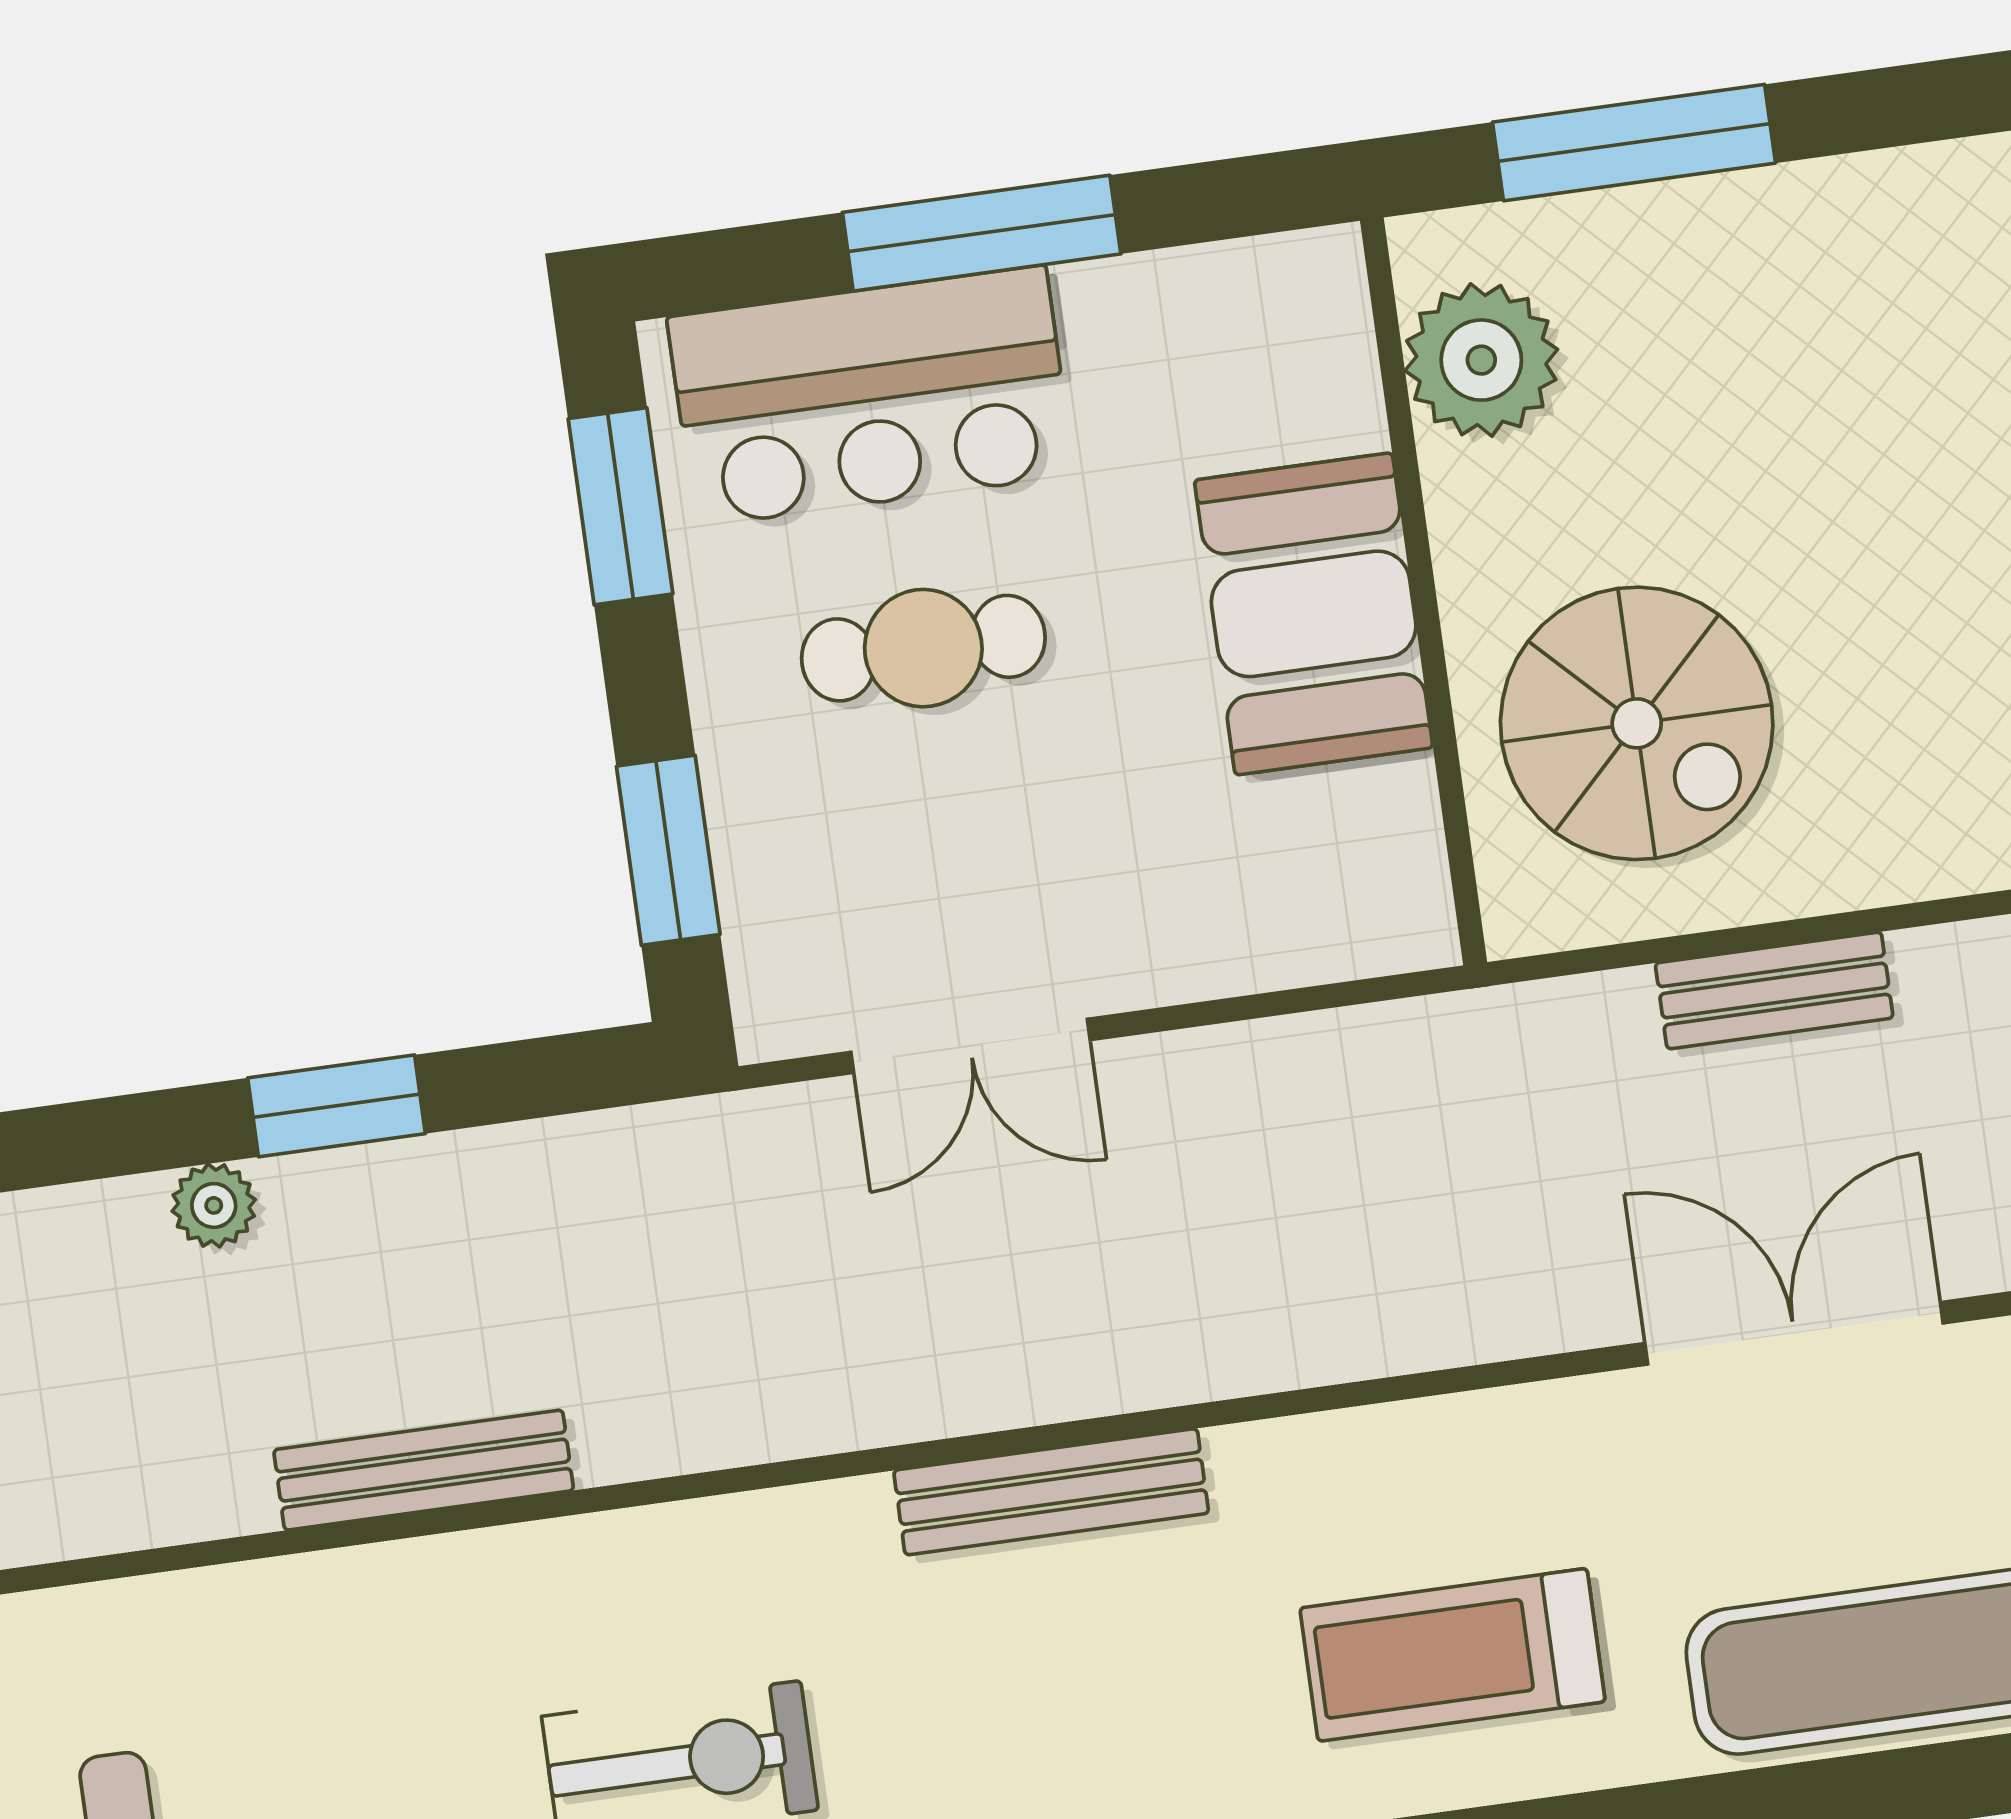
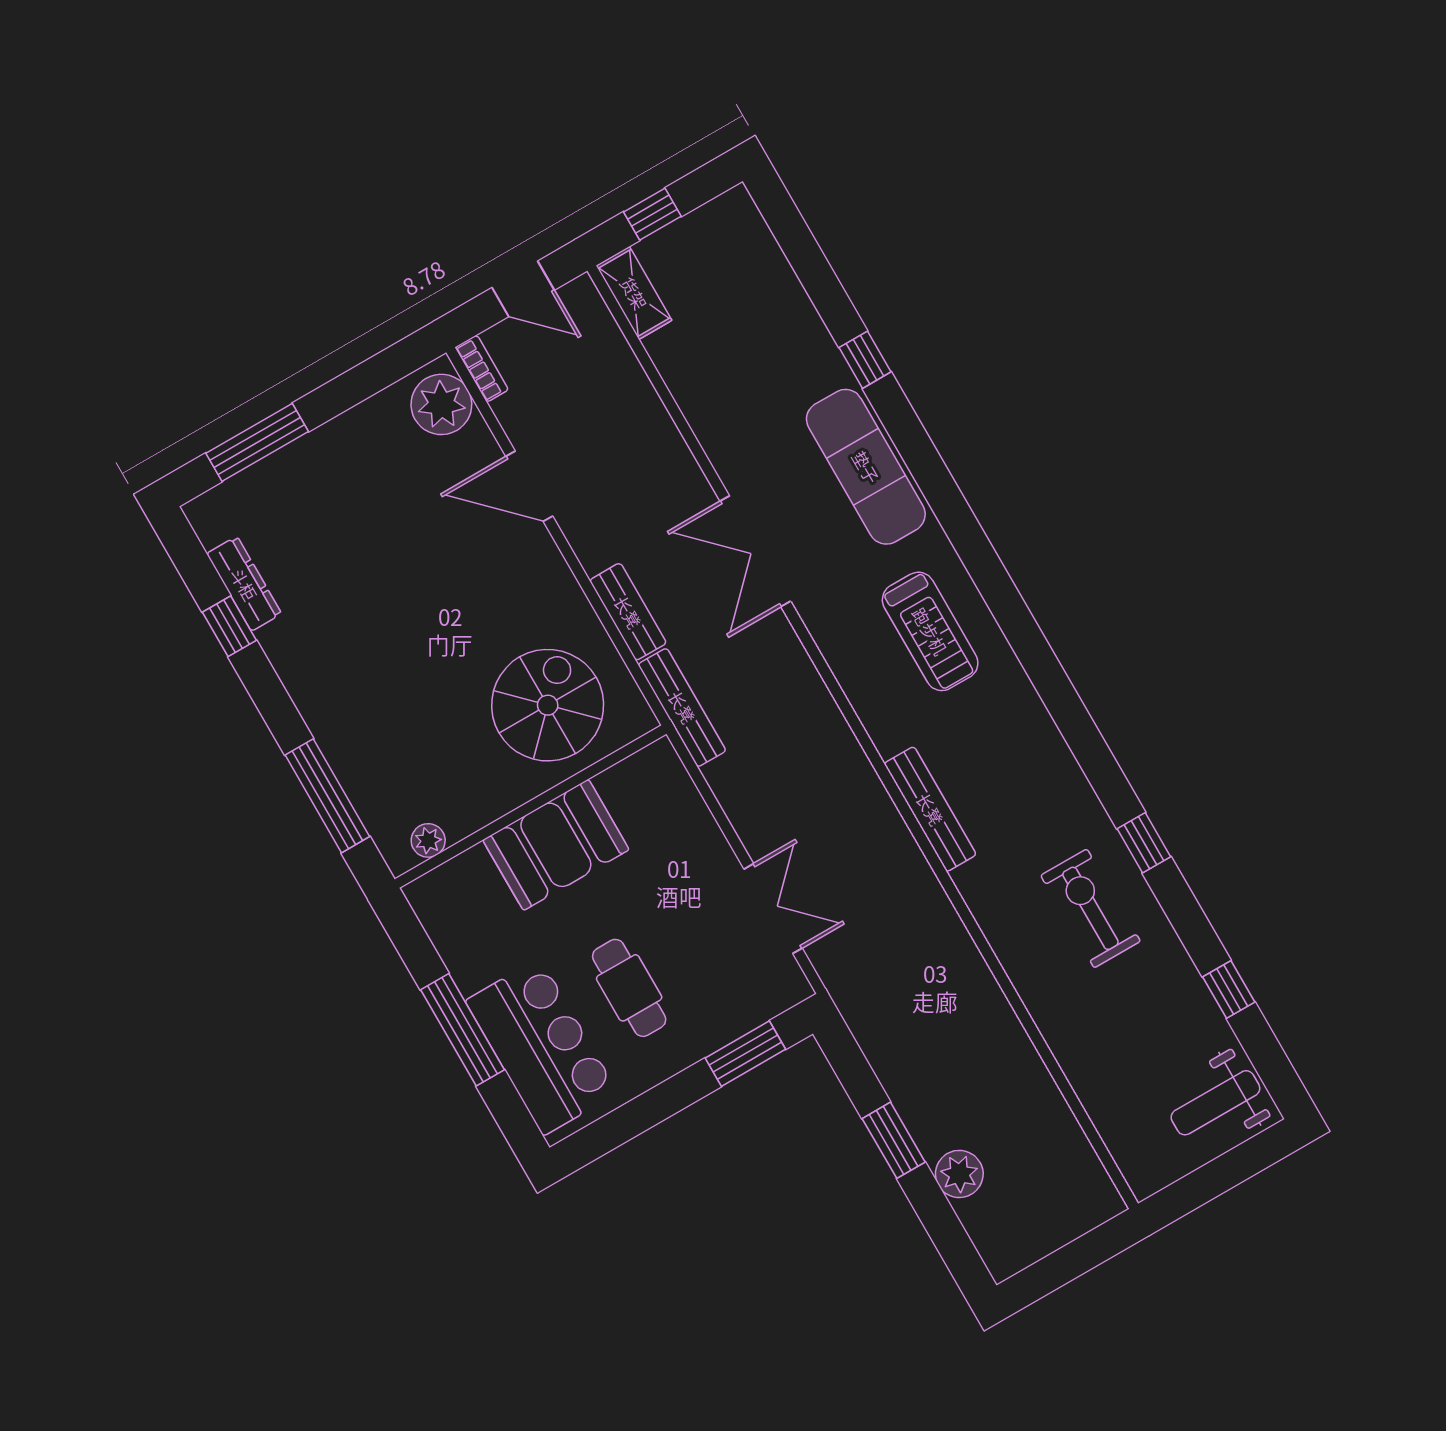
plant: (1481, 360) -> (428, 840), width x0.53, depth x0.53
window: (620, 506) -> (622, 1125), removed
plant: (214, 1205) -> (959, 1174), width x1.38, depth x1.38
bench: (424, 1470) -> (682, 707), moved

